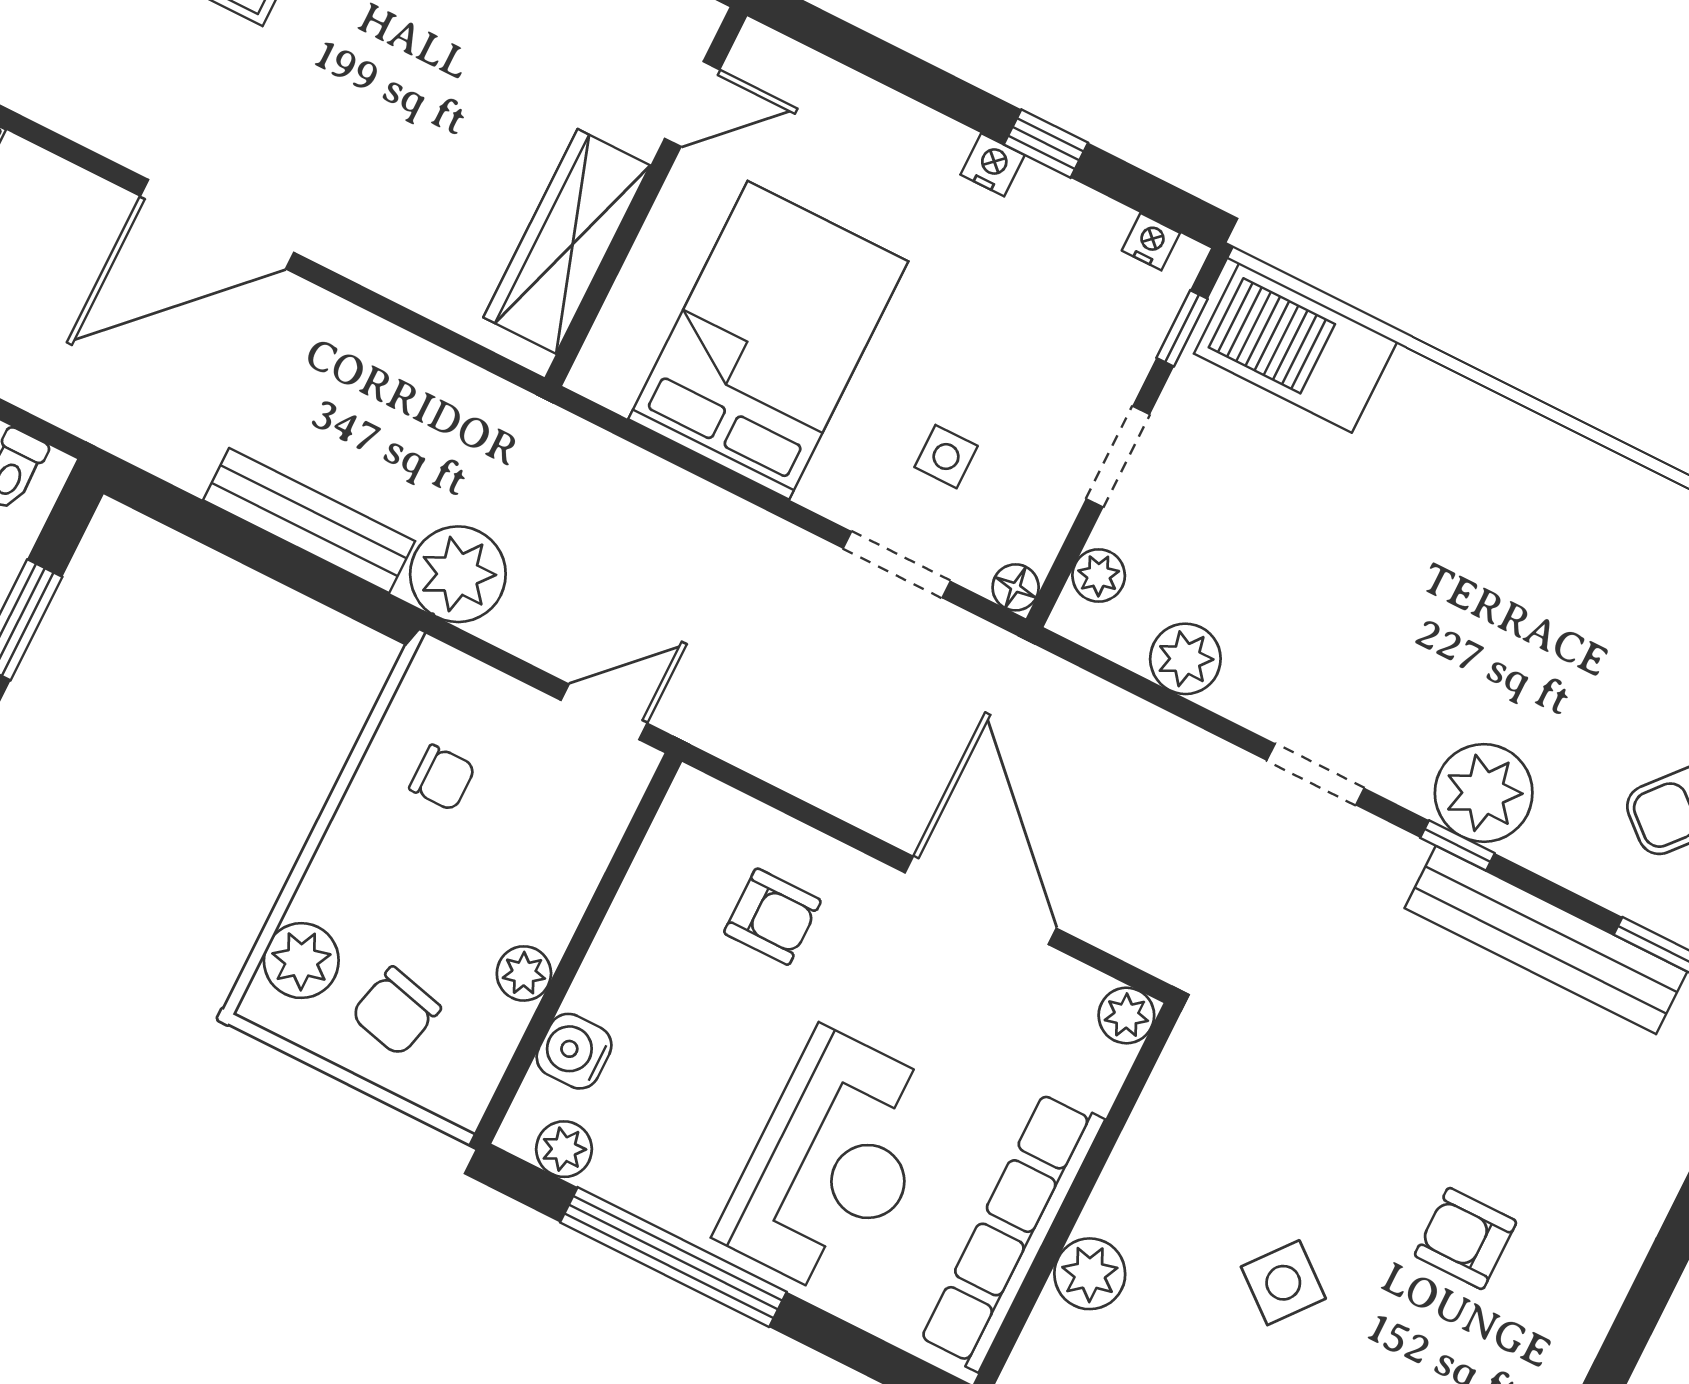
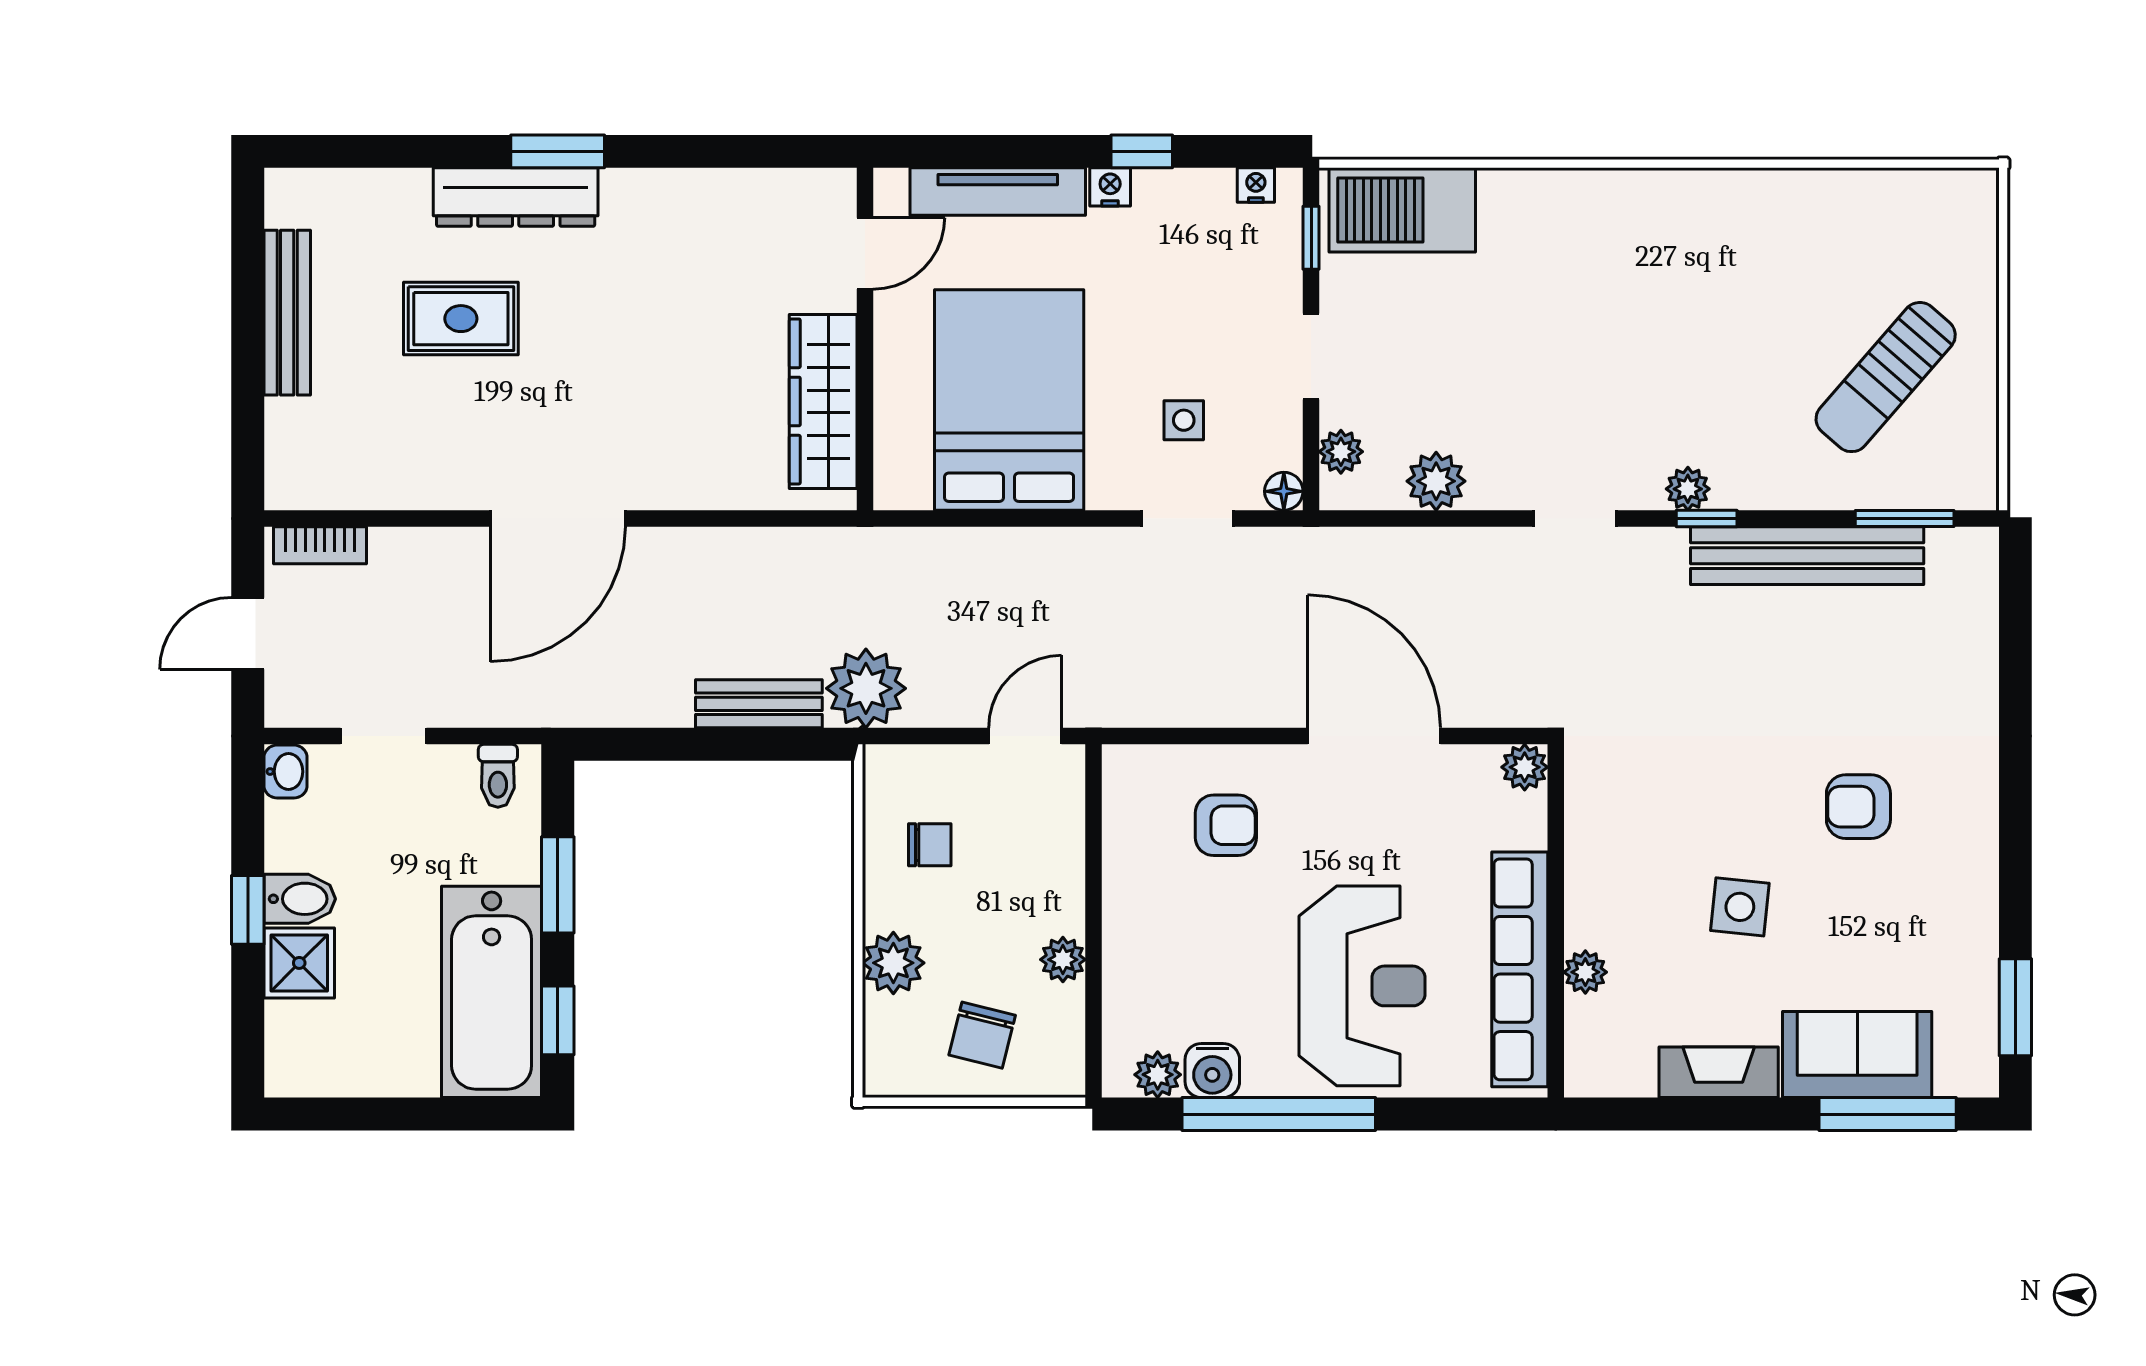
tv unit: (869, 109) -> (998, 191), added
bench: (309, 521) -> (759, 704), width x0.73
plant: (1484, 793) -> (1688, 489), width x0.53, depth x0.53
plant: (301, 961) -> (893, 963), moved
water cooler: (574, 1051) -> (1212, 1071), moved, turned -90
plant: (1090, 1274) -> (1585, 972), width x0.73, depth x0.73
side table: (1283, 1283) -> (1740, 907), turned -33

